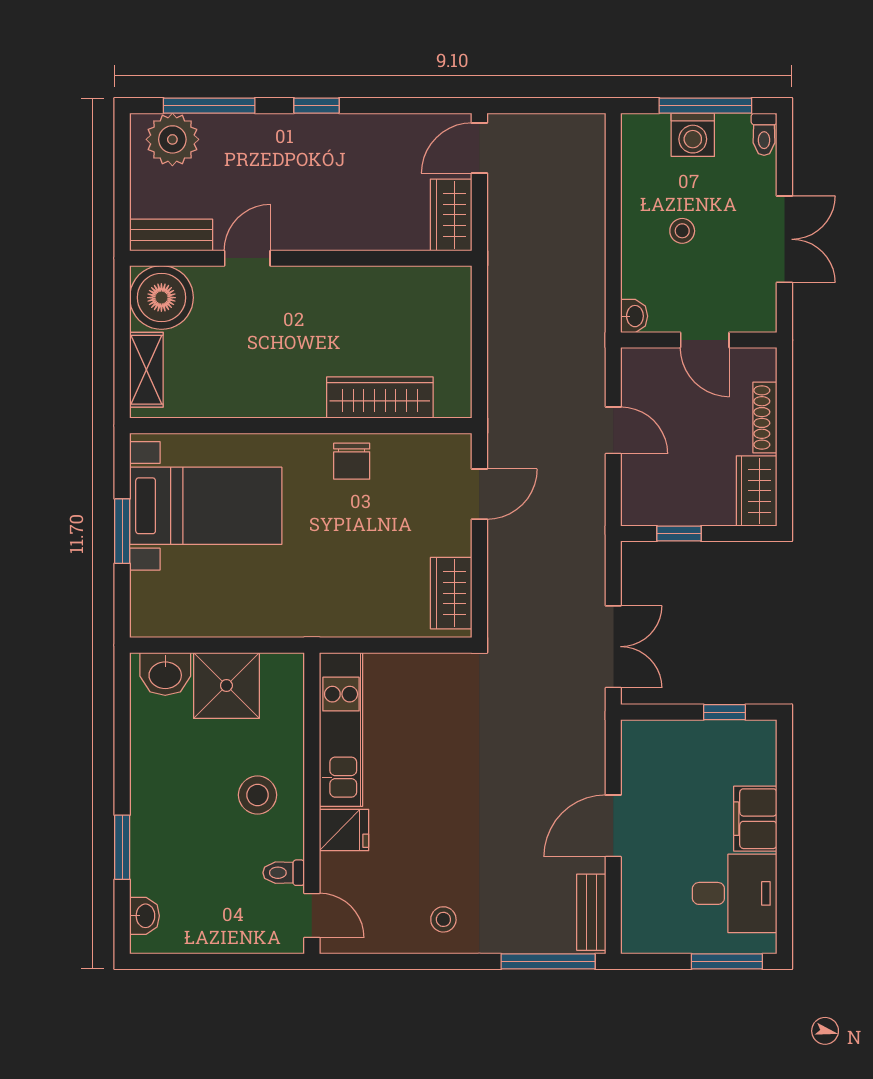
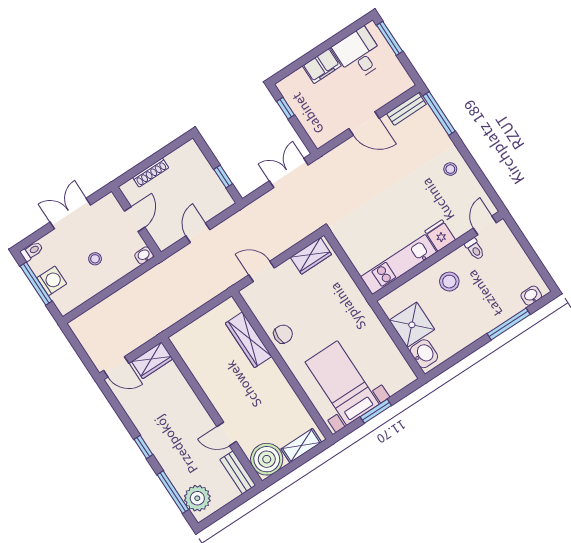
wardrobe: (757, 491) -> (184, 156), removed
window: (122, 847) -> (509, 324), width x1.44

